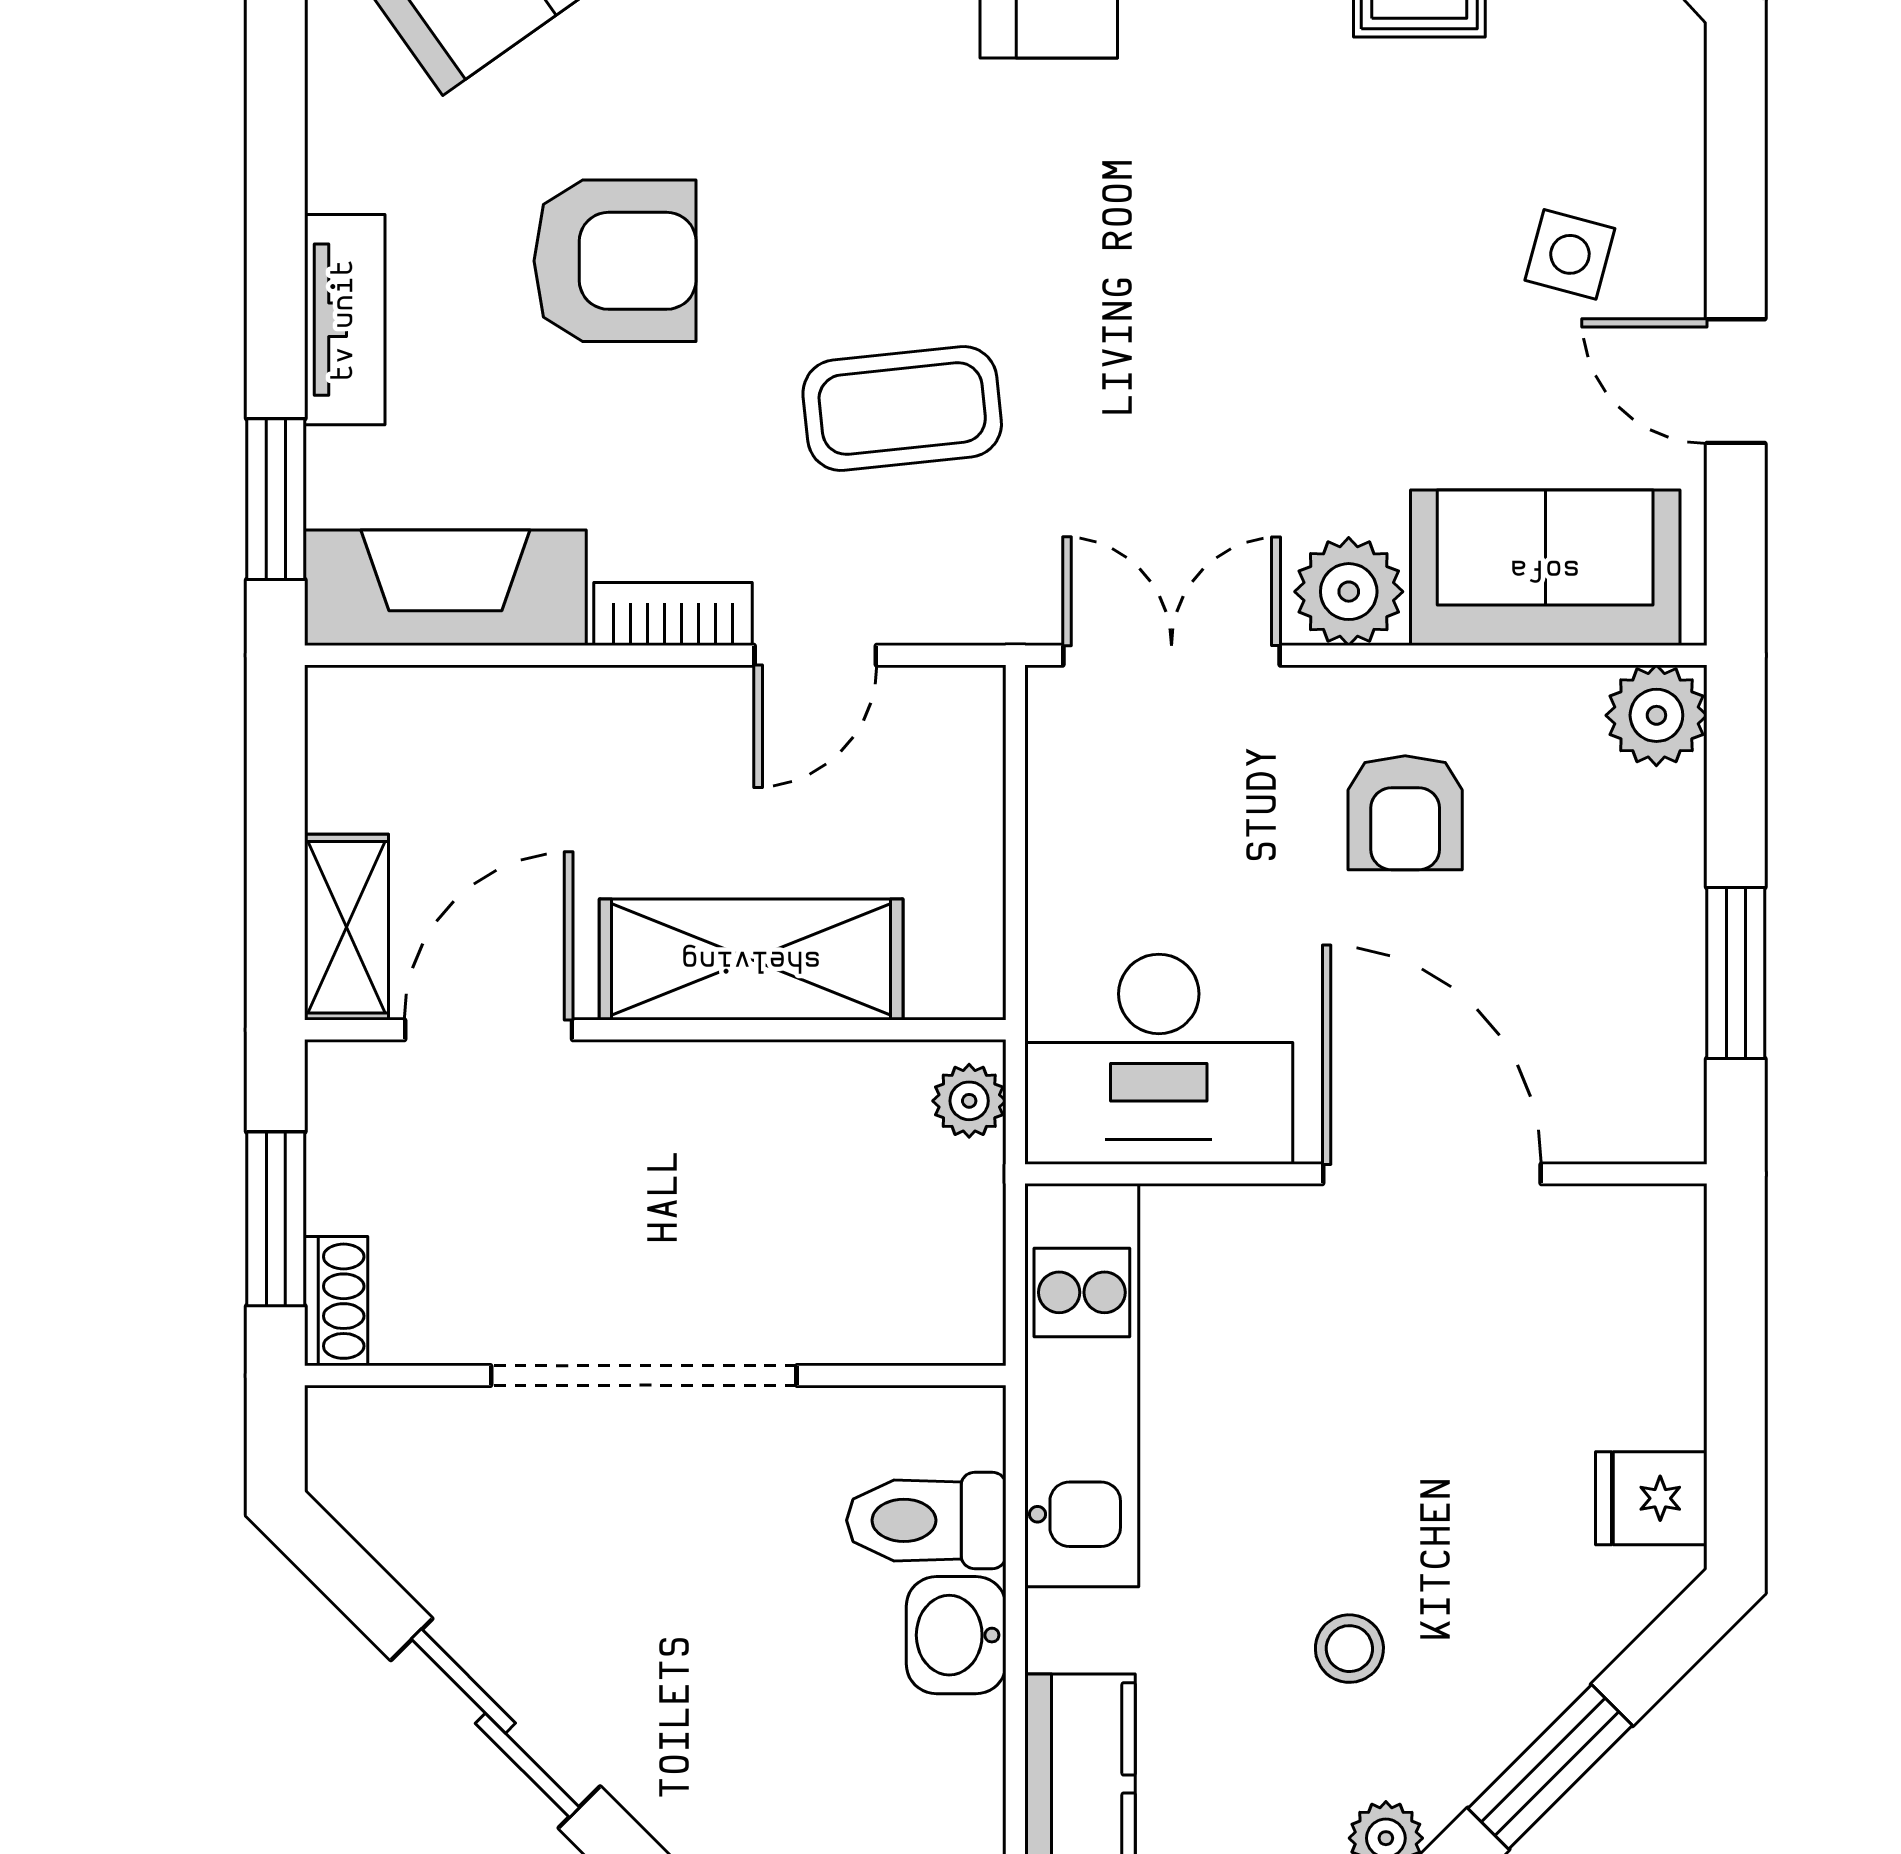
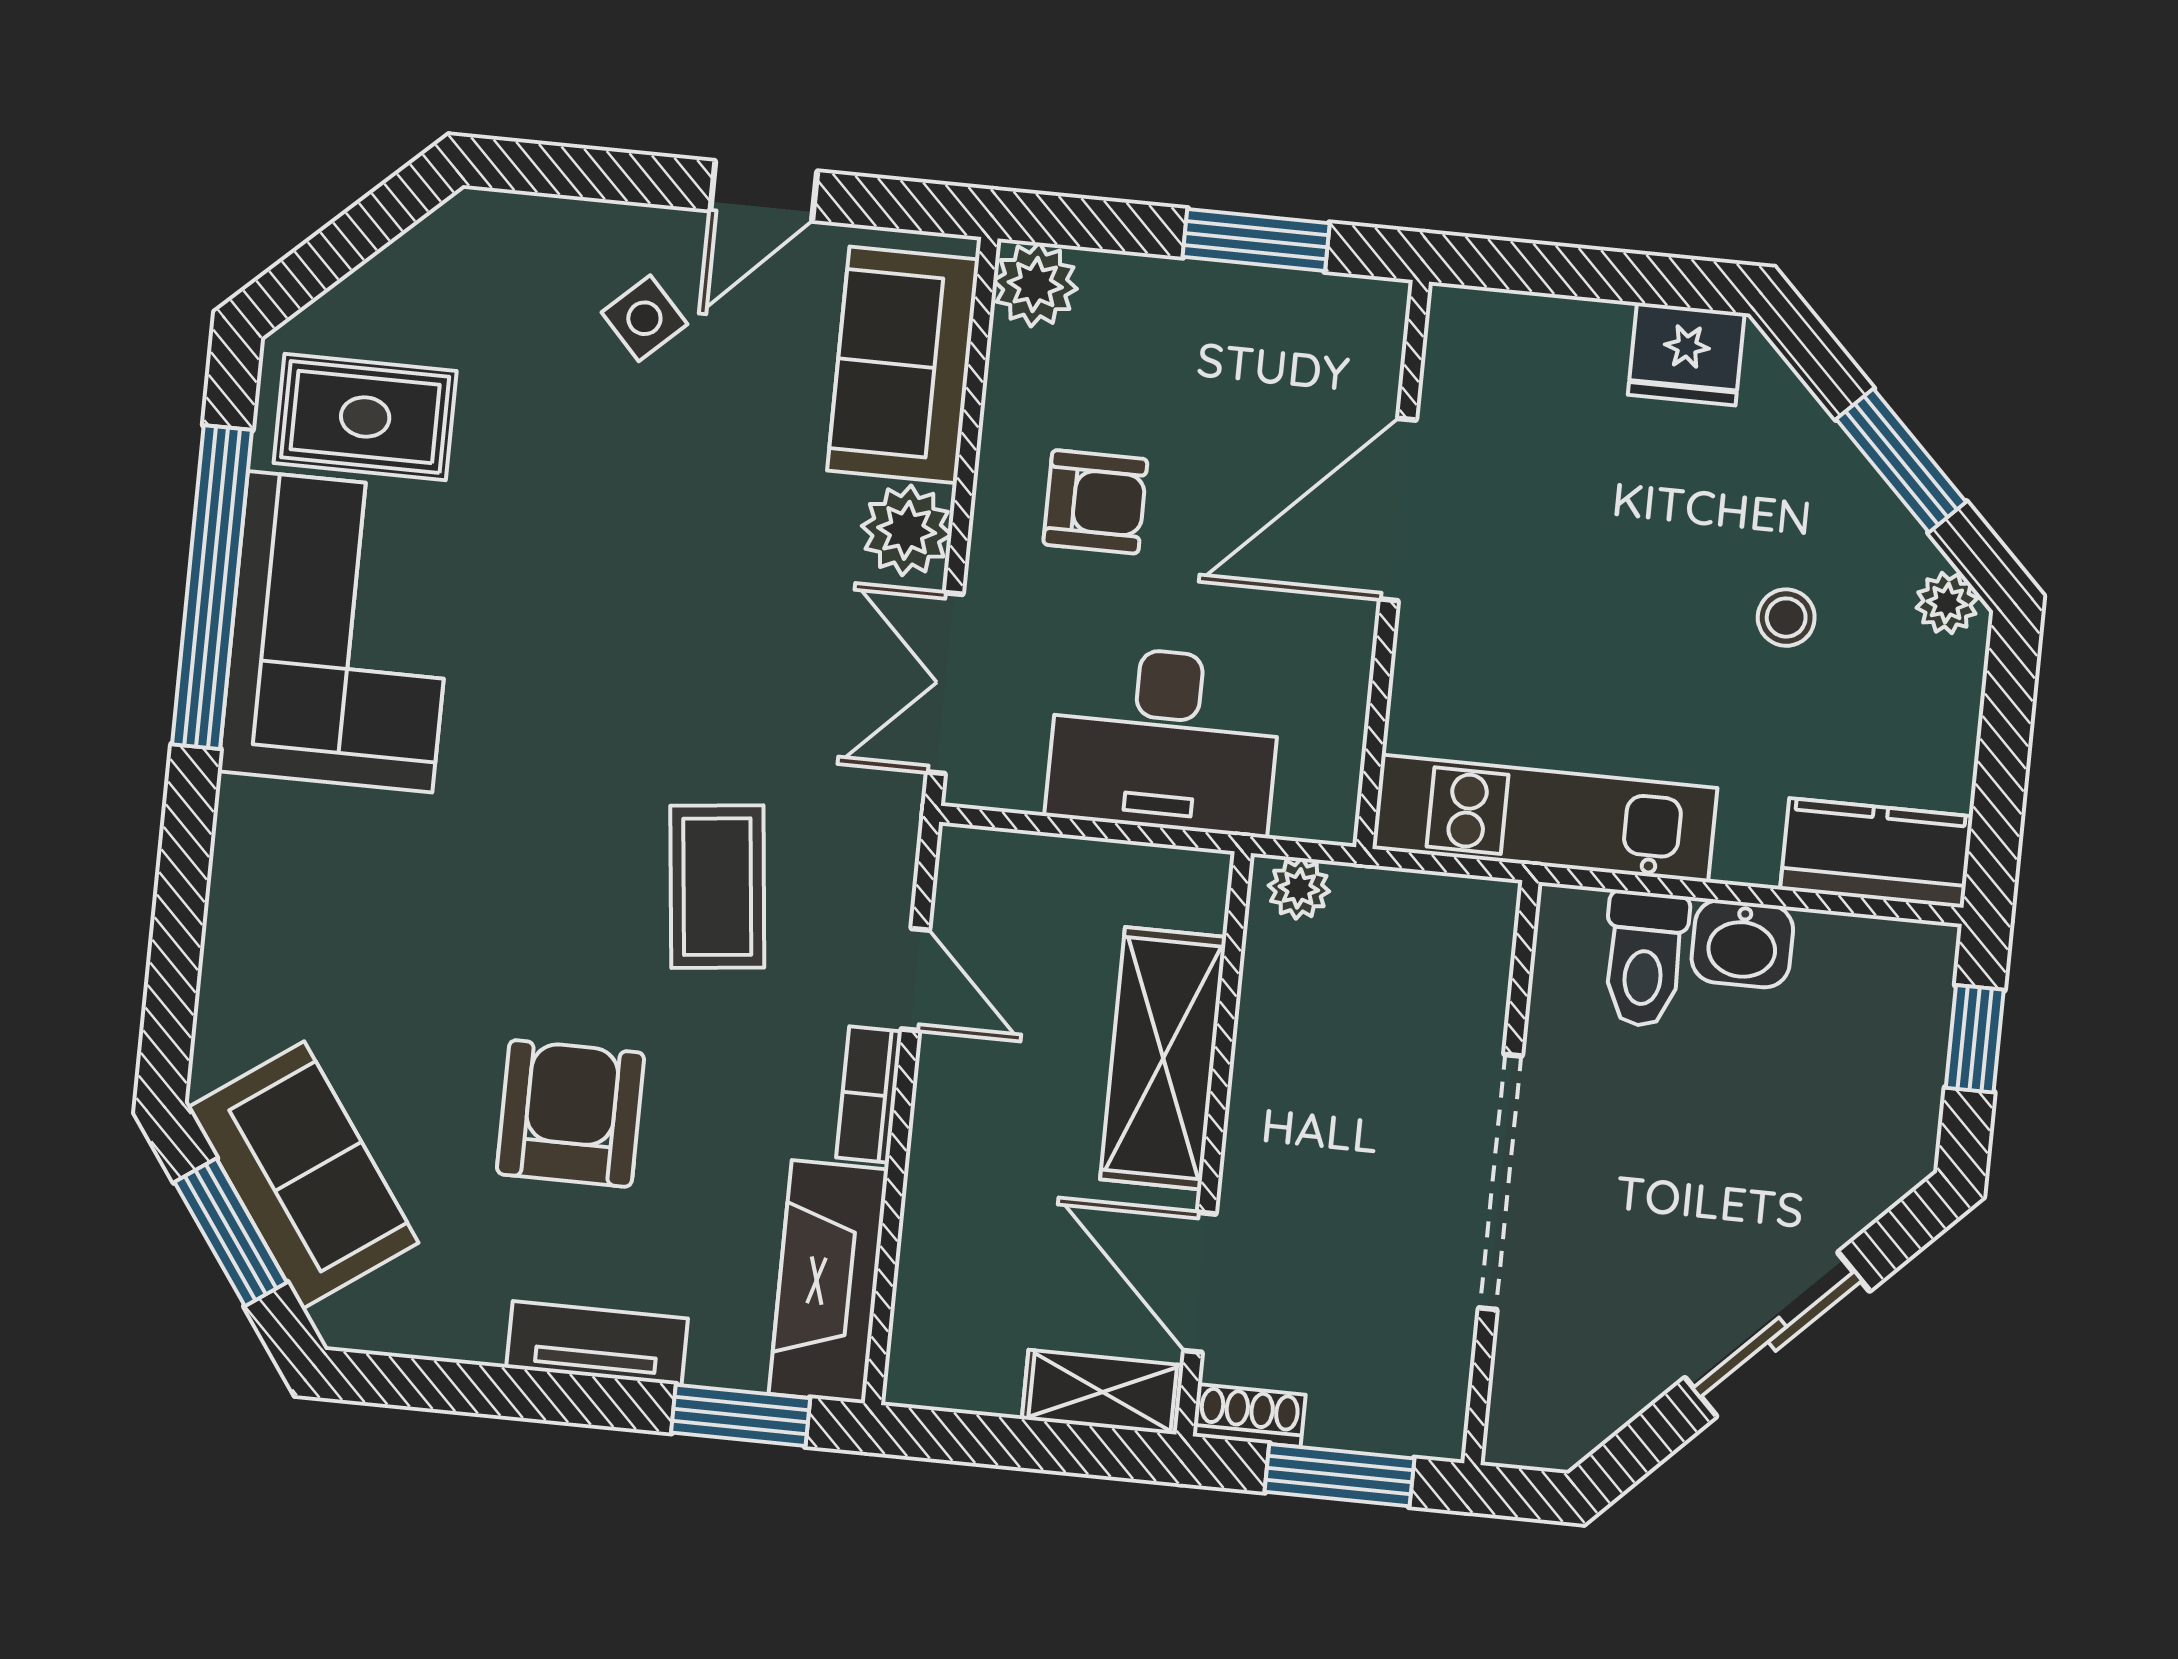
side table: (1570, 254) -> (644, 318), turned 32
desk: (1159, 1059) -> (1164, 740), moved, turned 90
shoe rack: (336, 1301) -> (1249, 1415), moved
fridge: (1651, 1498) -> (1686, 354), width x1.38

